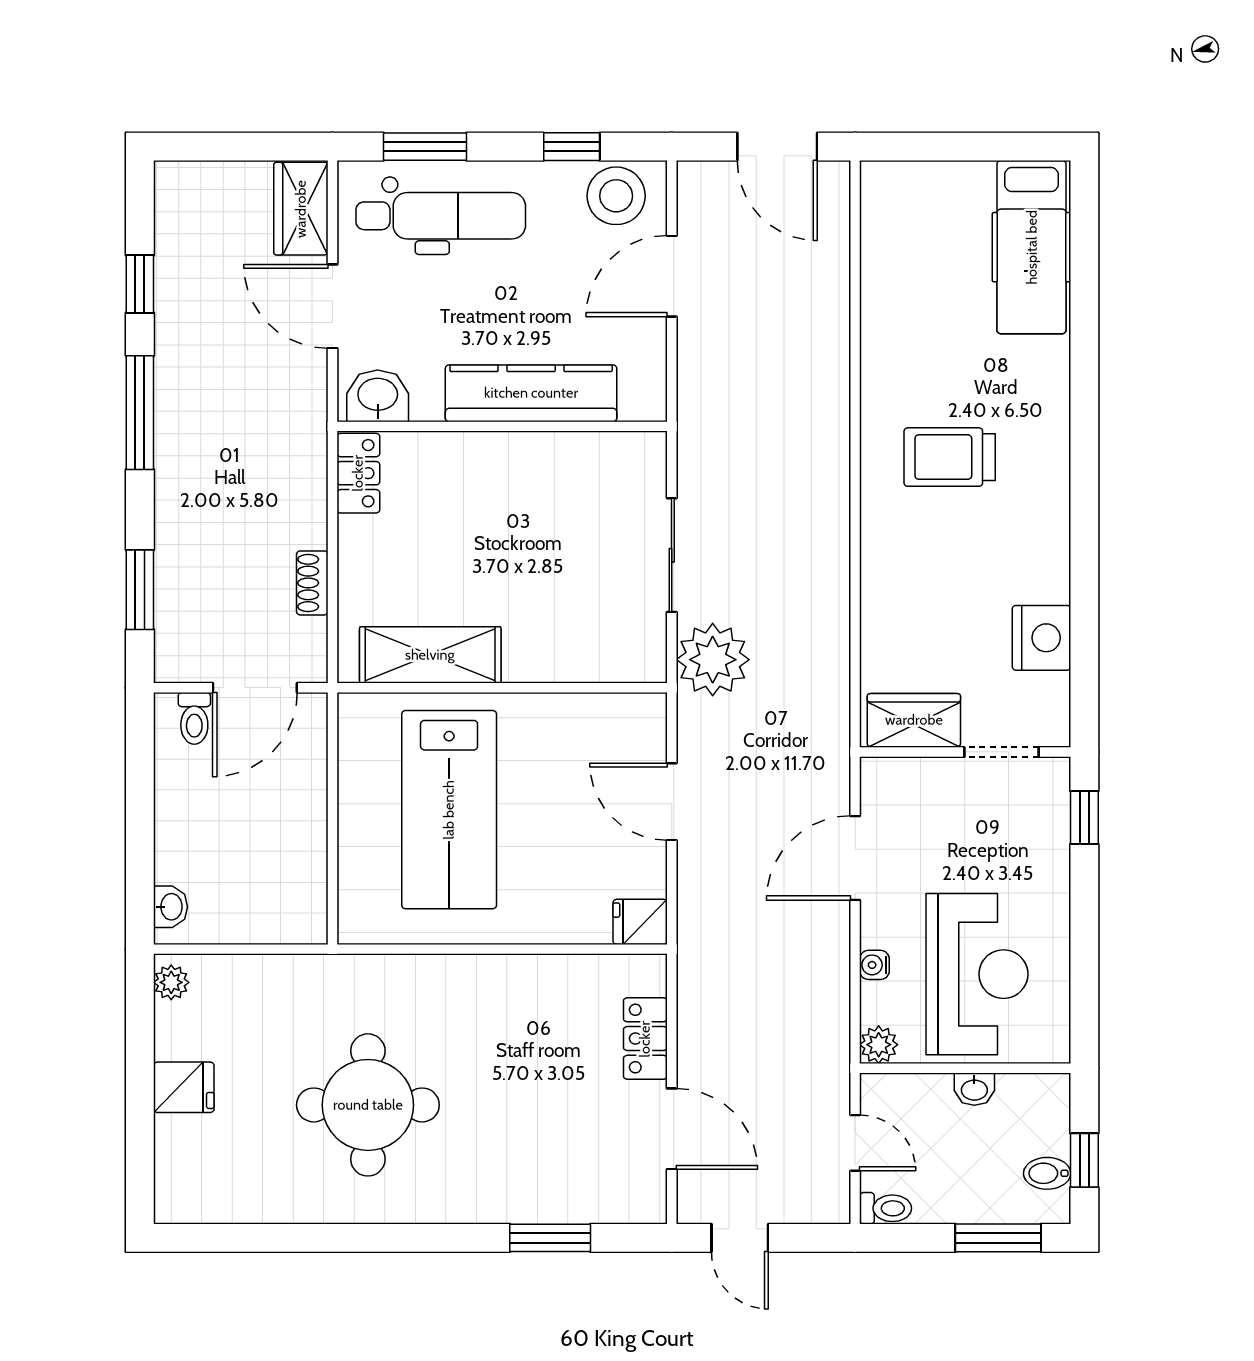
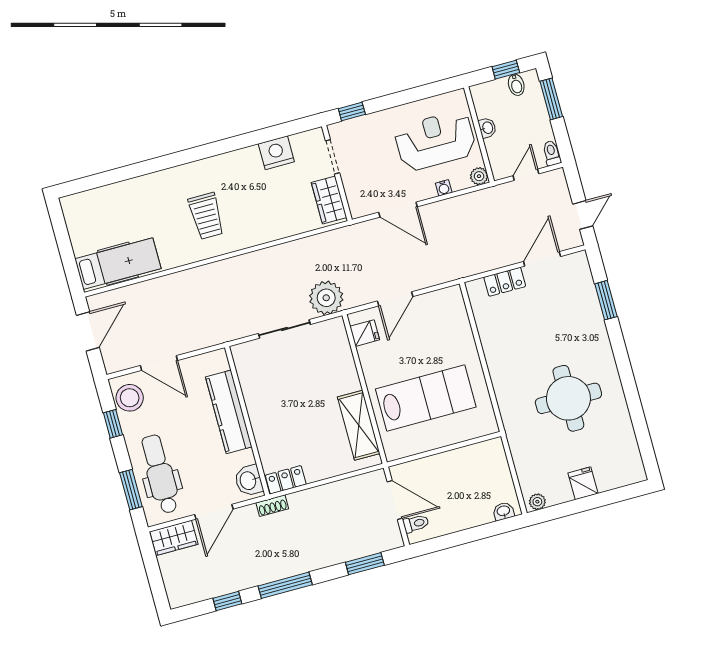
hospital bed: (1032, 247) -> (118, 264), moved
shoe rack: (312, 583) -> (272, 506), moved
fridge: (640, 922) -> (365, 333), moved, turned -90

